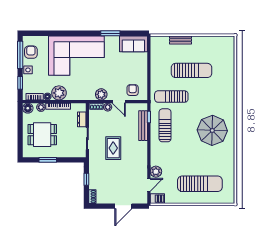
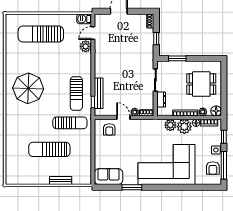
plant: (101, 94) -> (170, 125), moved
rug: (113, 148) -> (129, 70), removed
window: (48, 160) -> (177, 58), moved

